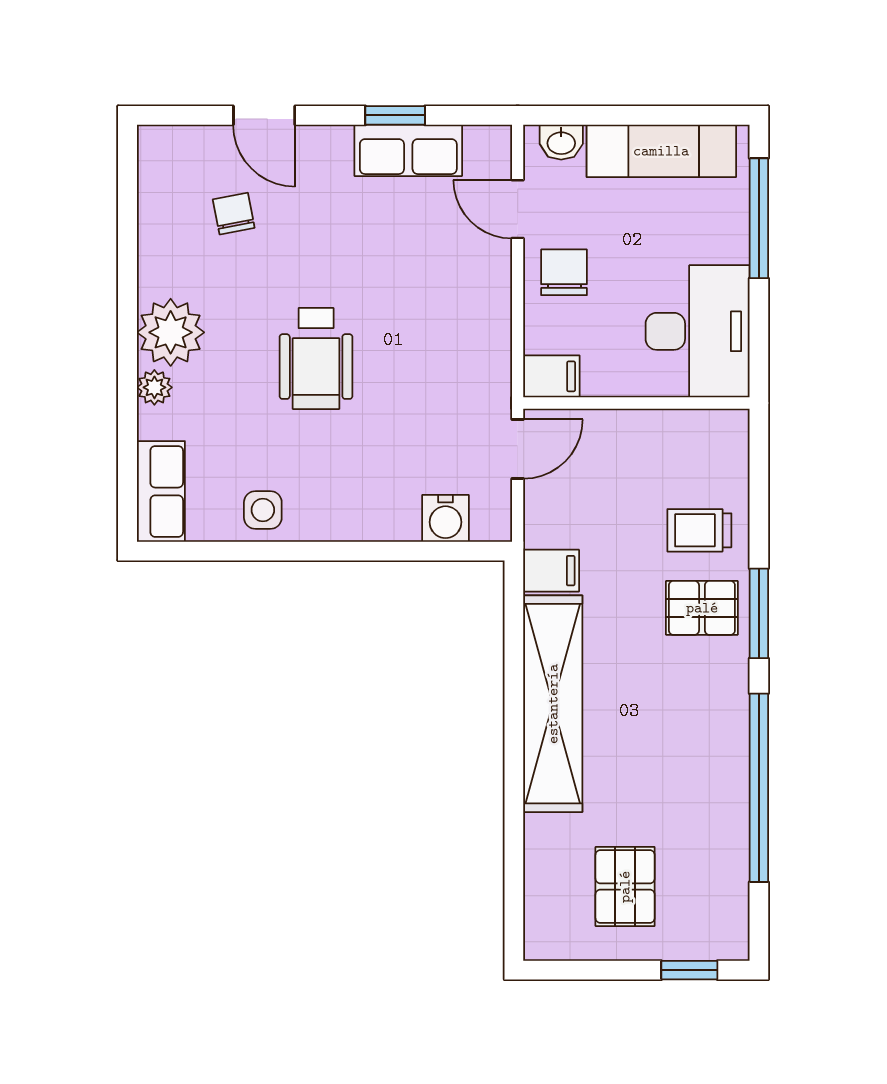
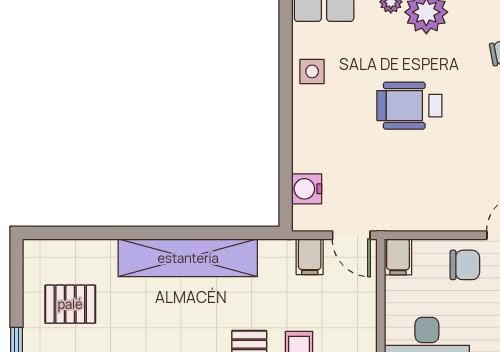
filing cabinet: (551, 571) -> (310, 257), moved

